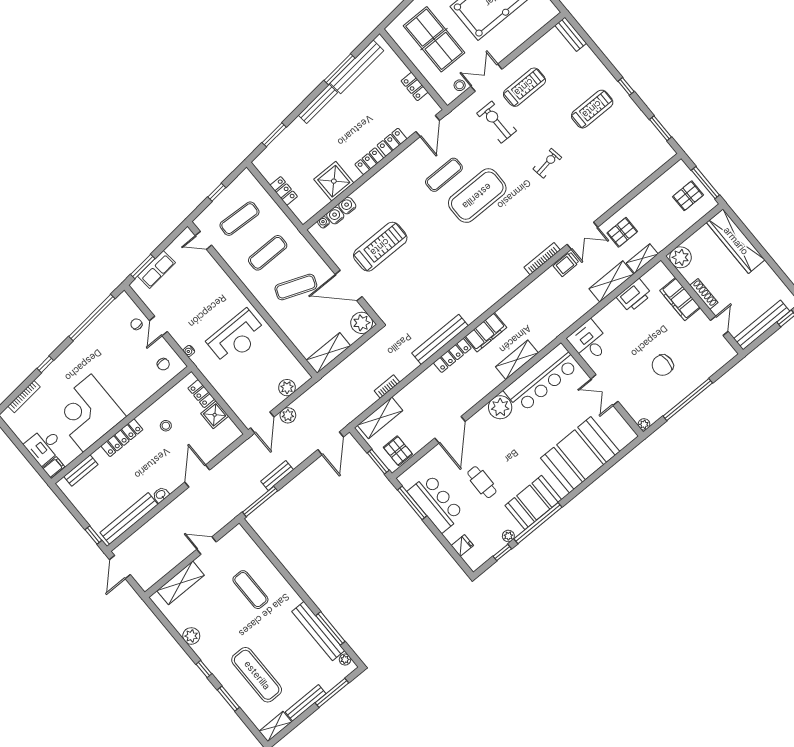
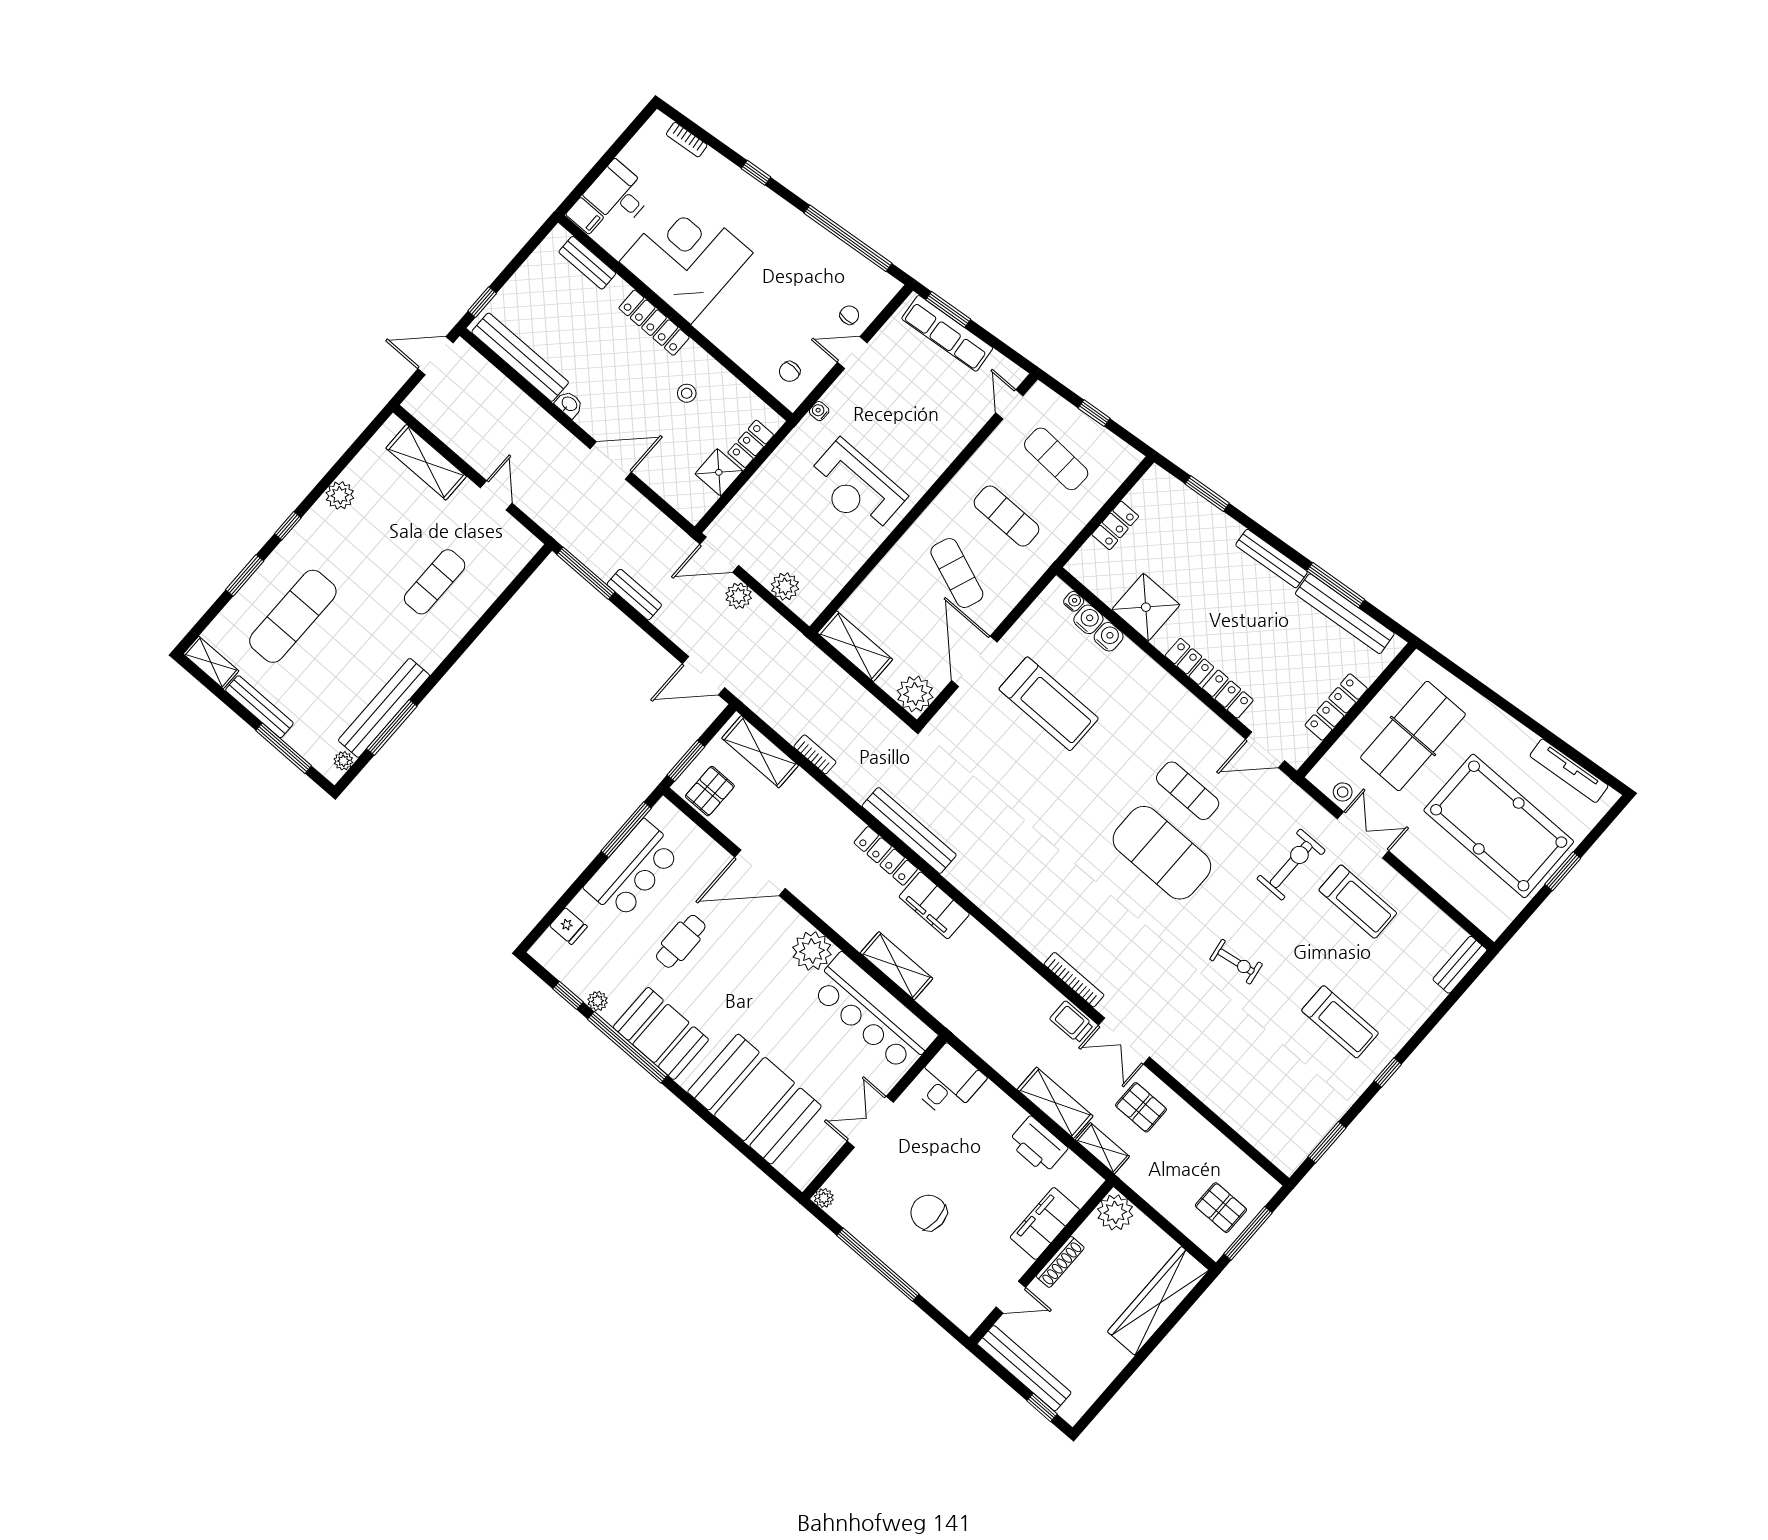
locker: (415, 86) -> (1336, 707), width x1.53
row of seats: (156, 269) -> (947, 333), width x1.48
bookcase: (24, 397) -> (687, 140), width x0.64

